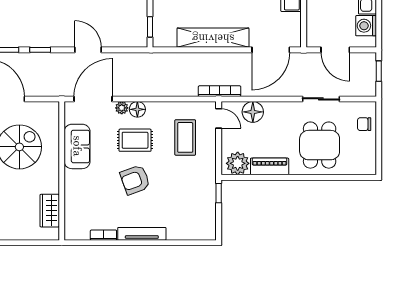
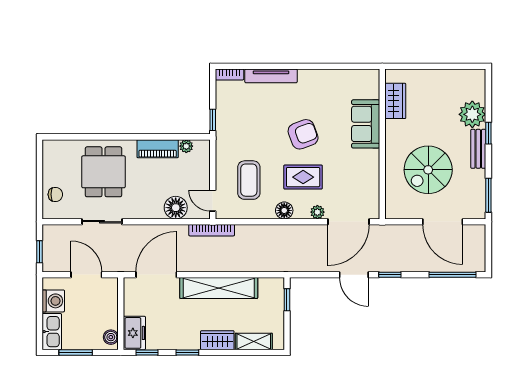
window: (40, 50) -> (390, 275), moved
floor lamp: (137, 109) -> (284, 210), moved
sofa: (77, 146) -> (366, 124), moved
plant: (238, 163) -> (186, 146), width x0.53, depth x0.53
tv unit: (142, 234) -> (271, 76), moved
bookcase: (103, 235) -> (230, 74), moved

